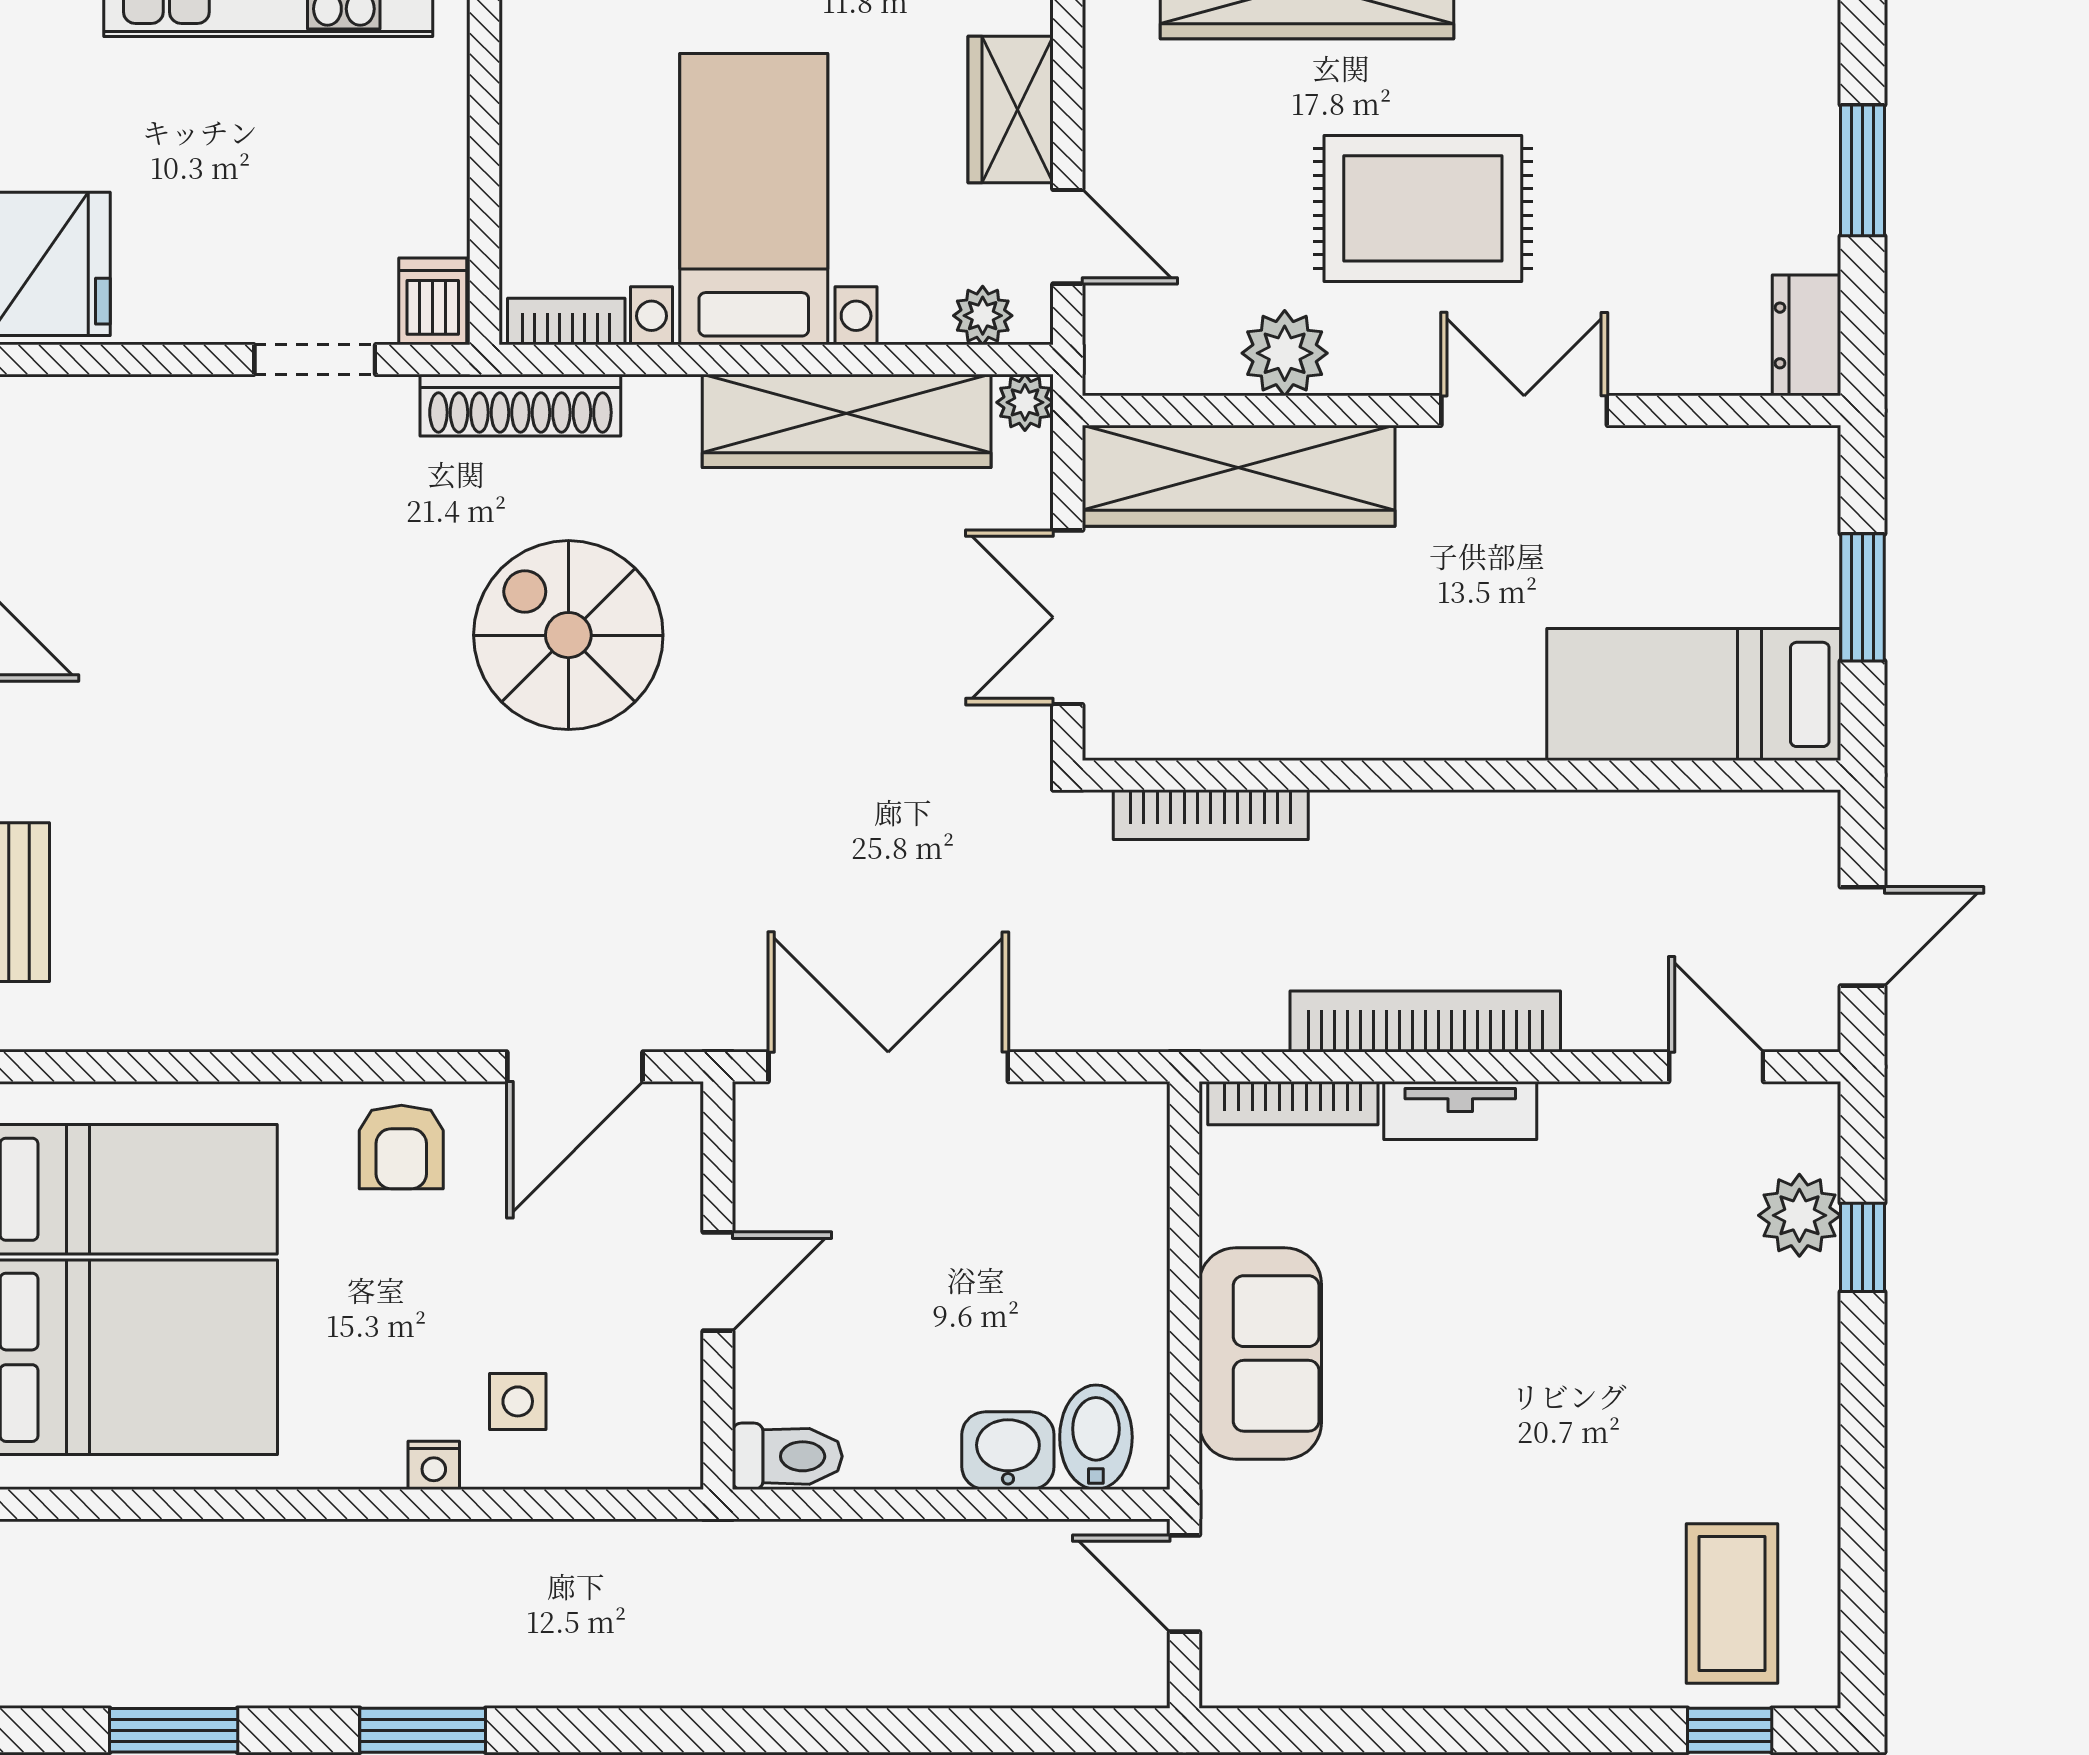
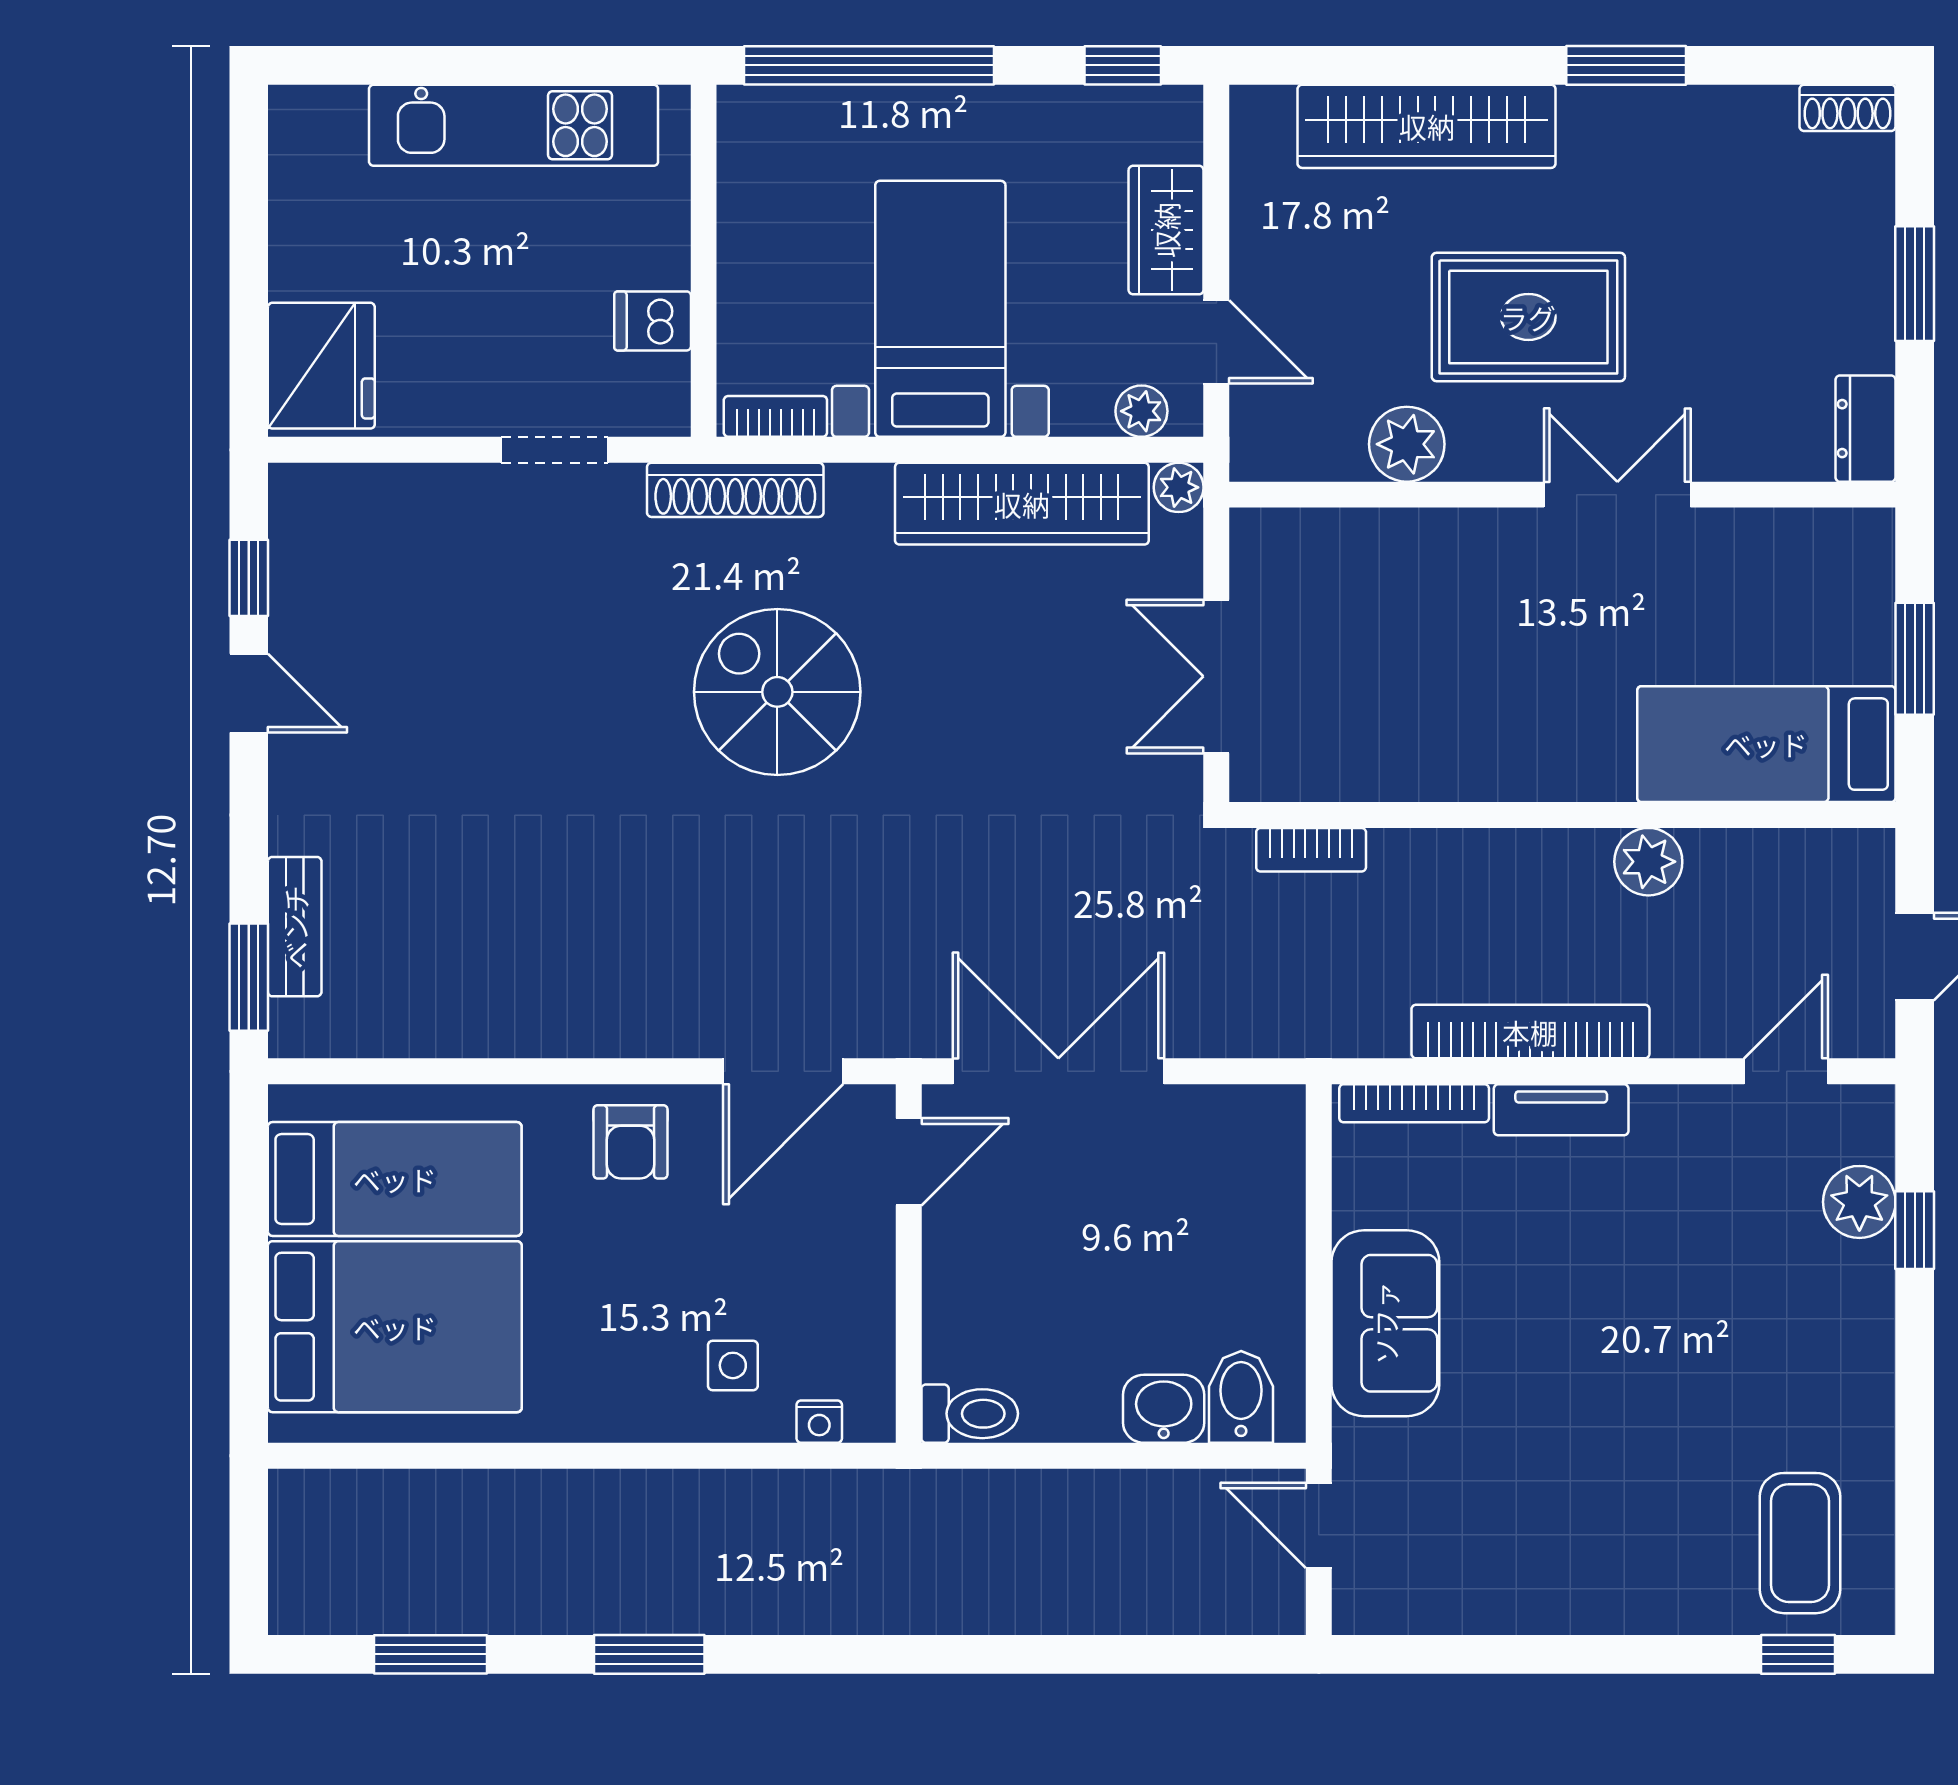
dishwasher: (433, 301) -> (653, 321), moved, turned -90
wardrobe: (1239, 476) -> (1366, 552), removed
bookcase: (1211, 815) -> (1311, 850), width x0.64
plant: (1559, 828) -> (1648, 862), added
door: (1716, 1067) -> (1786, 1071), hinge flipped
door: (718, 1282) -> (909, 1162), moved
nightstand: (434, 1465) -> (819, 1422), moved

